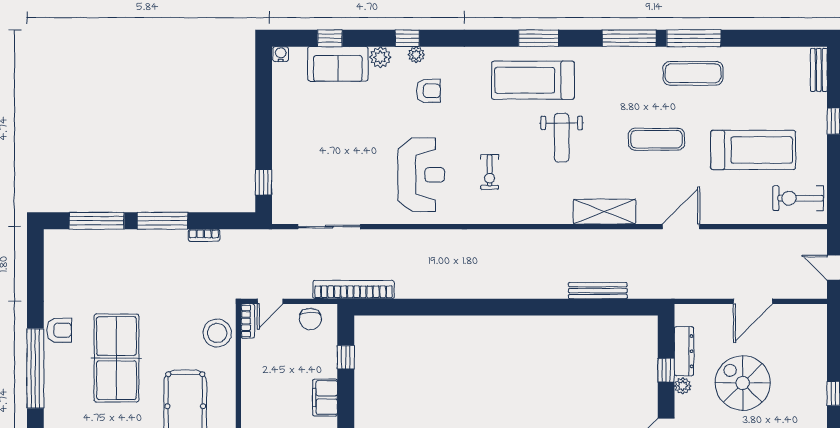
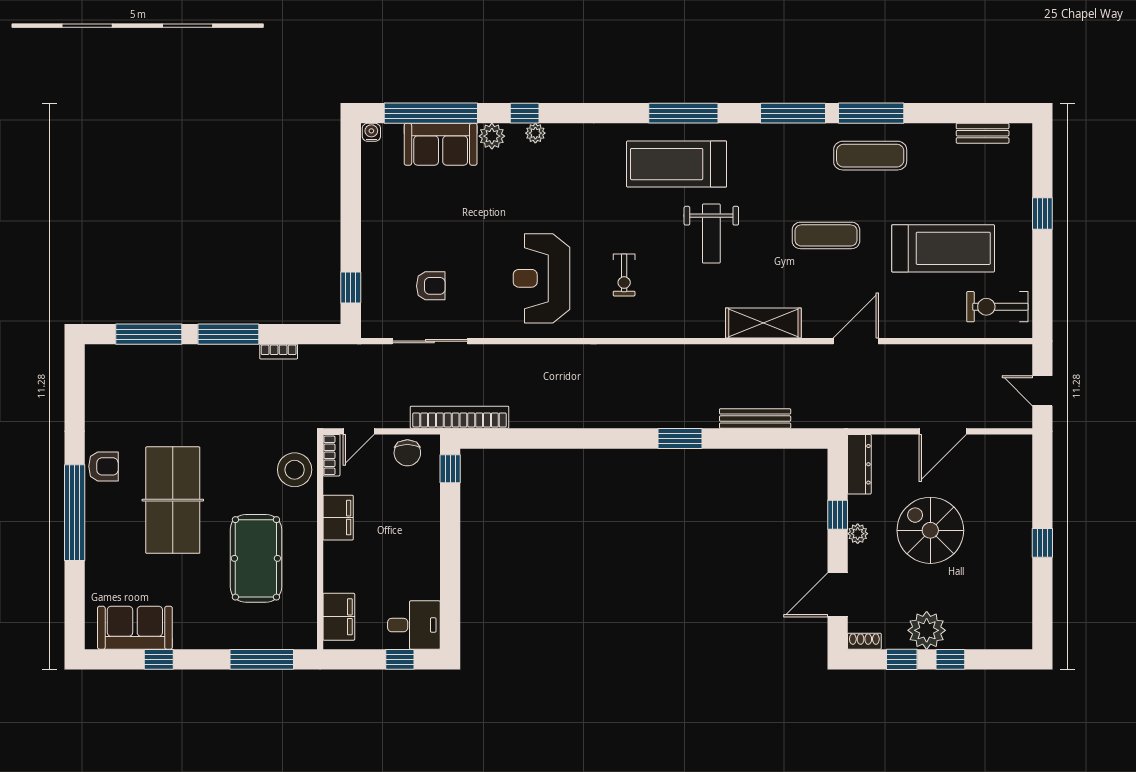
window: (330, 38) -> (431, 113), width x3.17
window: (539, 38) -> (683, 113), width x1.44
bench: (819, 70) -> (983, 133), moved, turned 90
armchair: (428, 91) -> (431, 286), moved
reception desk: (421, 175) -> (542, 278), turned 180
window: (536, 307) -> (680, 438), added
dresser: (684, 351) -> (859, 464), moved
window: (346, 357) -> (450, 469), moved
filing cabinet: (325, 398) -> (338, 518), moved, turned 180

